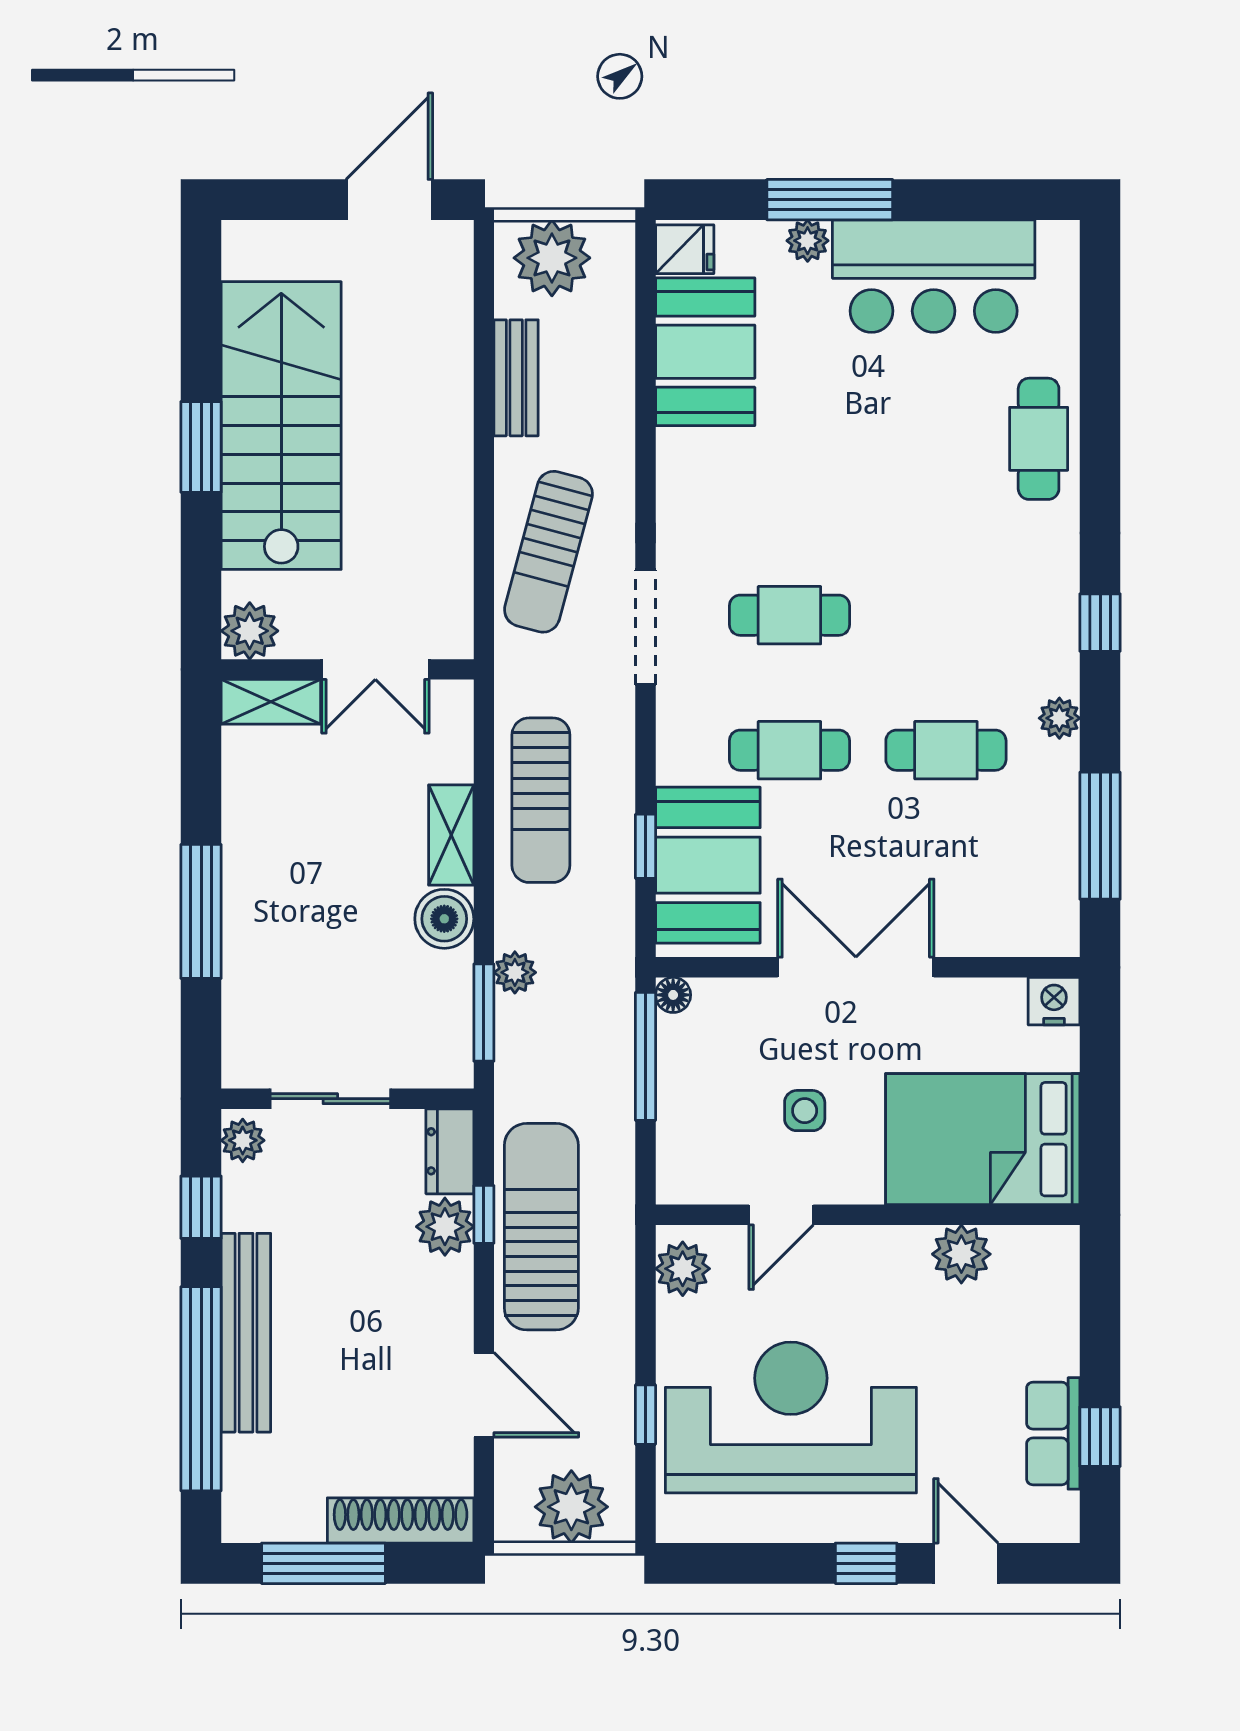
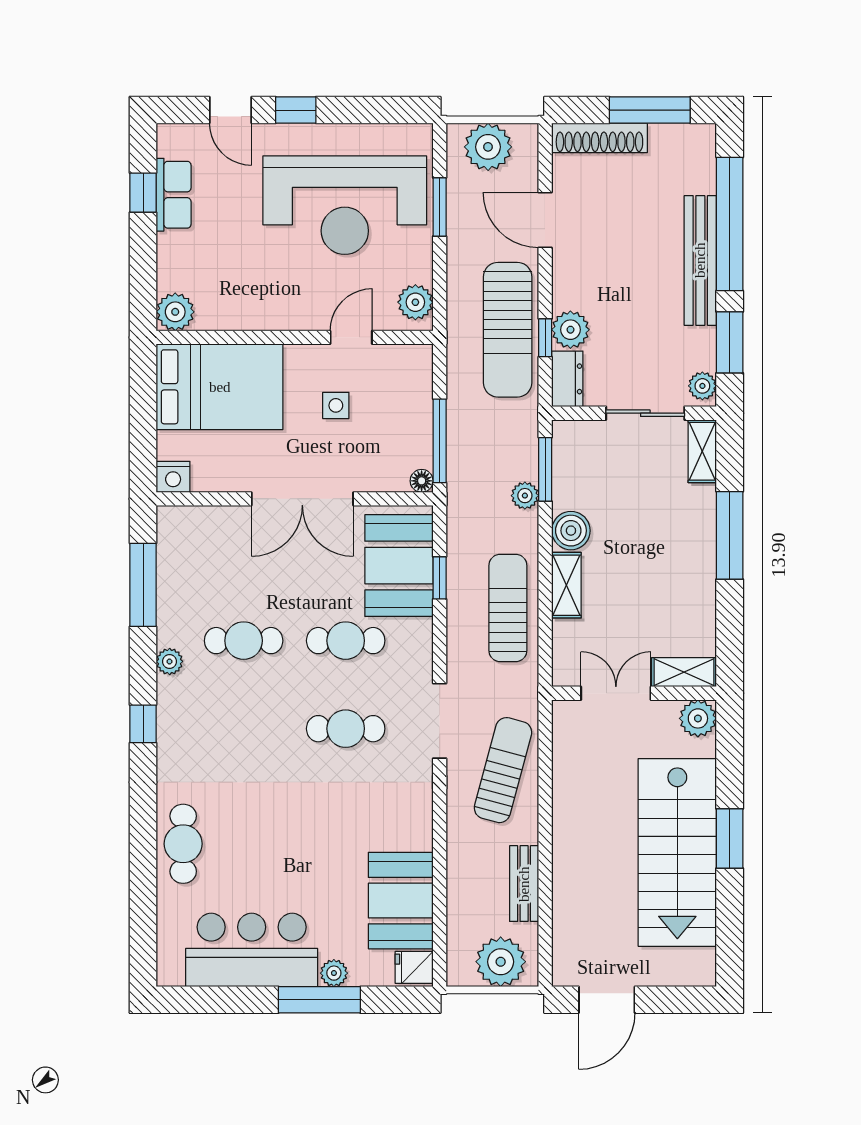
shelving: (243, 1040) -> (702, 451), added
window: (201, 1207) -> (730, 342), width x1.50
plant: (961, 1254) -> (175, 312), moved
window: (645, 1415) -> (440, 207), width x1.50

